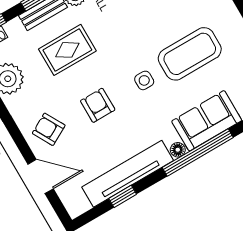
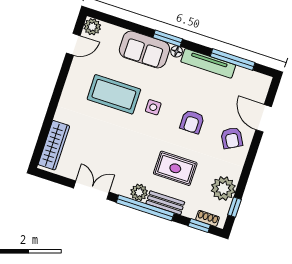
window: (198, 152) -> (168, 38), width x0.47
tv unit: (128, 174) -> (208, 63), width x0.73, depth x0.78
window: (123, 196) -> (233, 60), width x2.17

